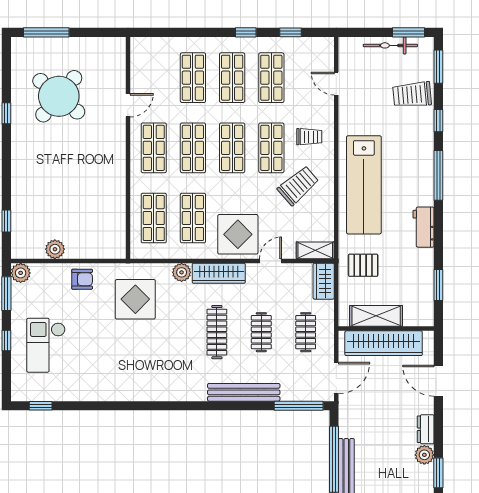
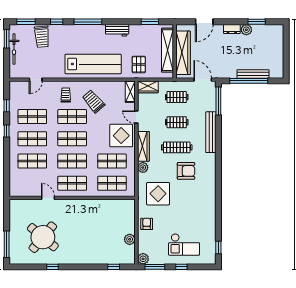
shelving: (376, 316) -> (168, 50), width x1.47
armchair: (176, 349) -> (186, 171), added

